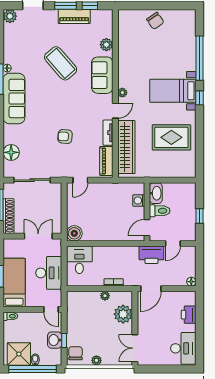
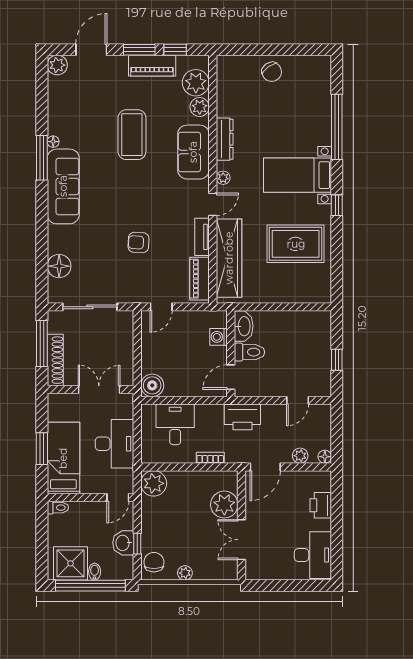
plant: (104, 28) -> (196, 83), added
coffee table: (61, 63) -> (132, 135), turned 41
dresser: (123, 66) -> (225, 139), added
window: (199, 98) -> (337, 205), moved
washbasin: (156, 193) -> (244, 326), moved
washing machine: (139, 200) -> (219, 337), moved
toilet: (160, 211) -> (249, 352), moved
wall: (147, 212) -> (231, 354), moved
door: (147, 228) -> (231, 377), moved
printer: (151, 255) -> (242, 417), moved
desk: (79, 260) -> (175, 424), moved
plant: (175, 281) -> (300, 456), added
plant: (105, 296) -> (154, 483), moved, width x1.87, depth x1.87
door: (51, 309) -> (118, 497), hinge flipped
double door: (135, 348) -> (241, 540), moved

